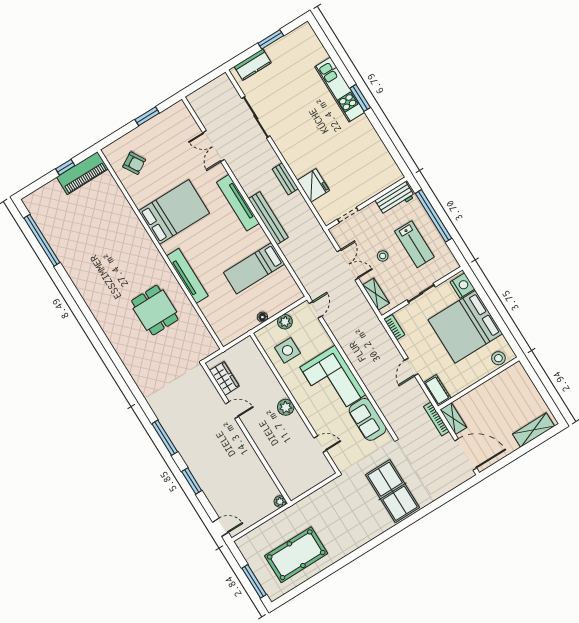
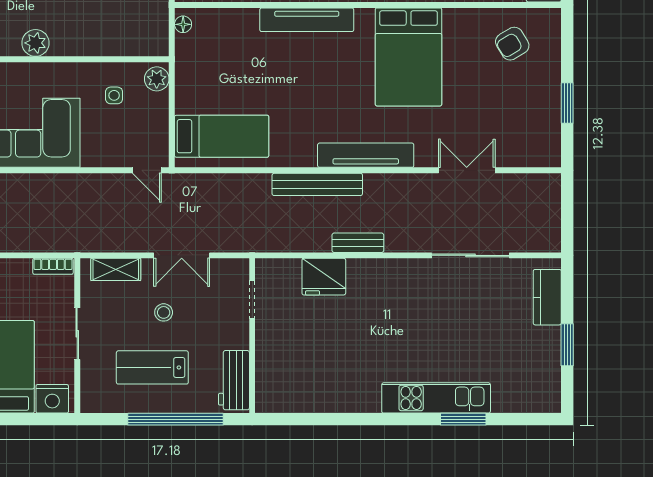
window: (360, 98) -> (463, 419), moved
bed: (254, 268) -> (222, 136), moved, turned 90
floor lamp: (262, 317) -> (183, 24), moved
plant: (285, 322) -> (157, 79), moved
side table: (287, 350) -> (114, 95), width x0.54, depth x0.54

